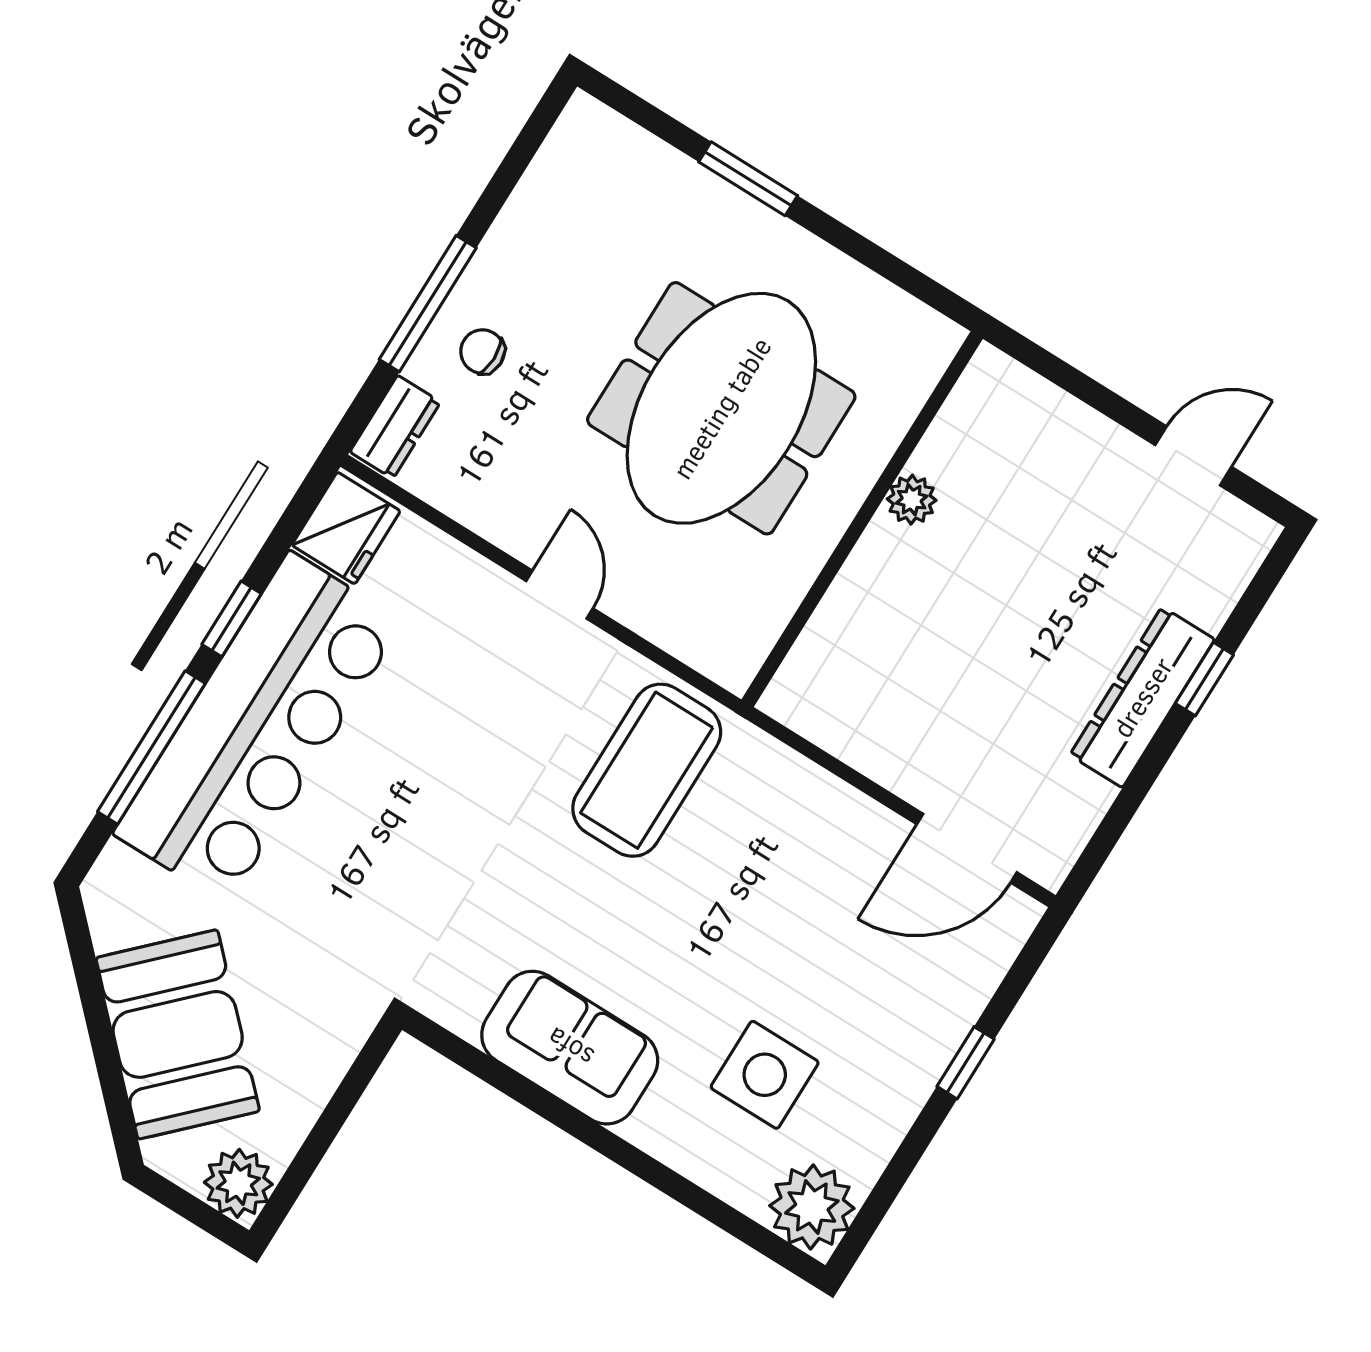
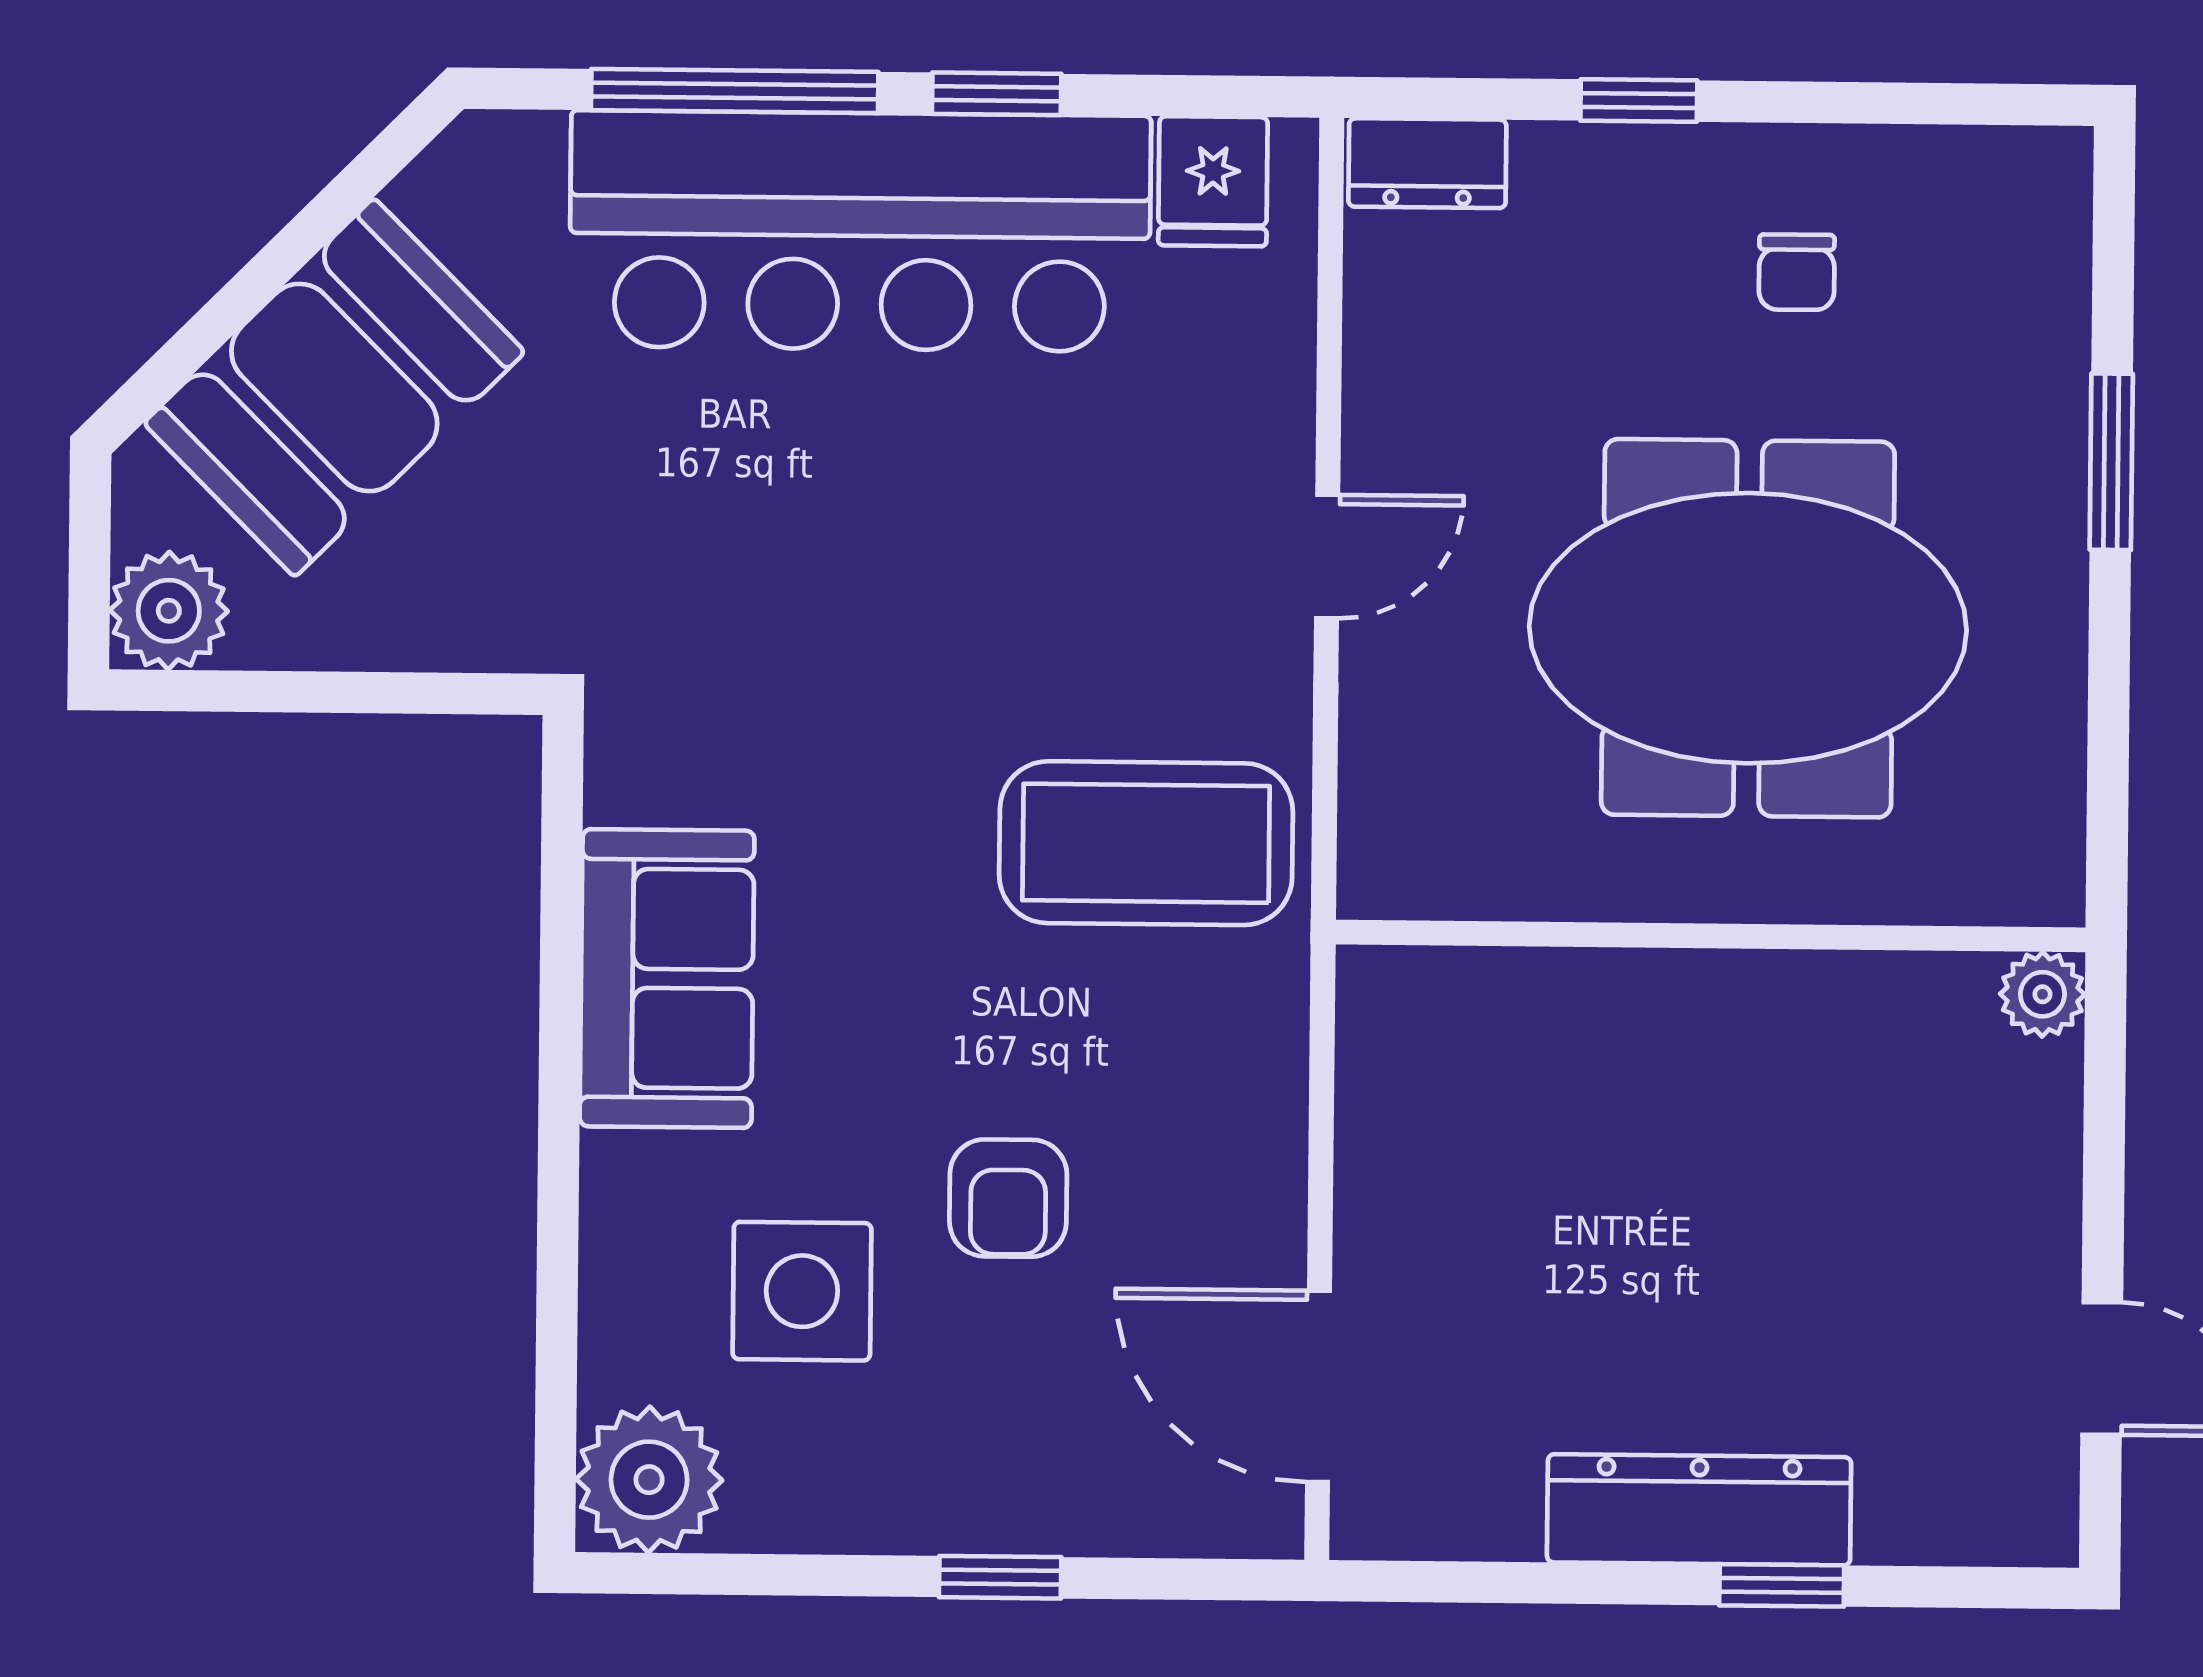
window: (428, 304) -> (1639, 101), width x0.46
chair: (482, 352) -> (1797, 272), moved, turned 180
plant: (912, 500) -> (2042, 994), moved
fridge: (346, 528) -> (1213, 181), width x0.72
armchair: (781, 945) -> (1008, 1198), added

